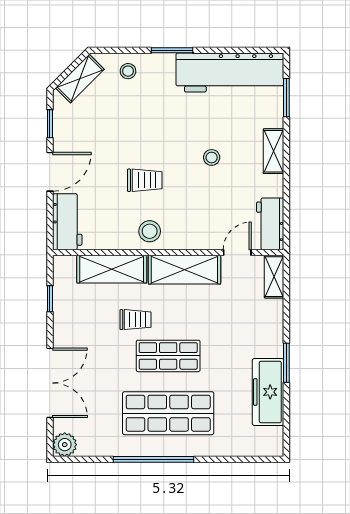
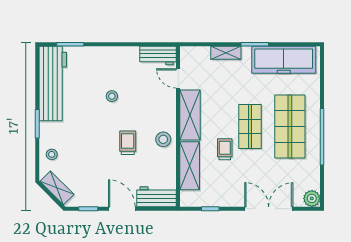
shelving: (274, 151) -> (107, 53), removed
shelving: (274, 277) -> (226, 53), moved
freezer: (268, 392) -> (284, 60), width x1.36, depth x1.26

